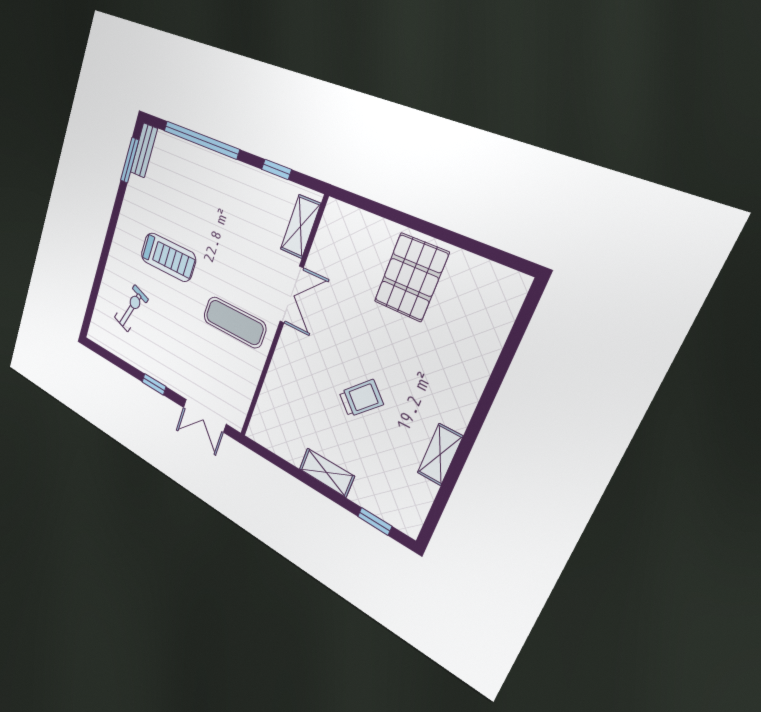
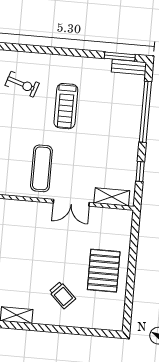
pallet: (411, 277) -> (104, 271), turned 90
trolley: (361, 398) -> (62, 295), moved

